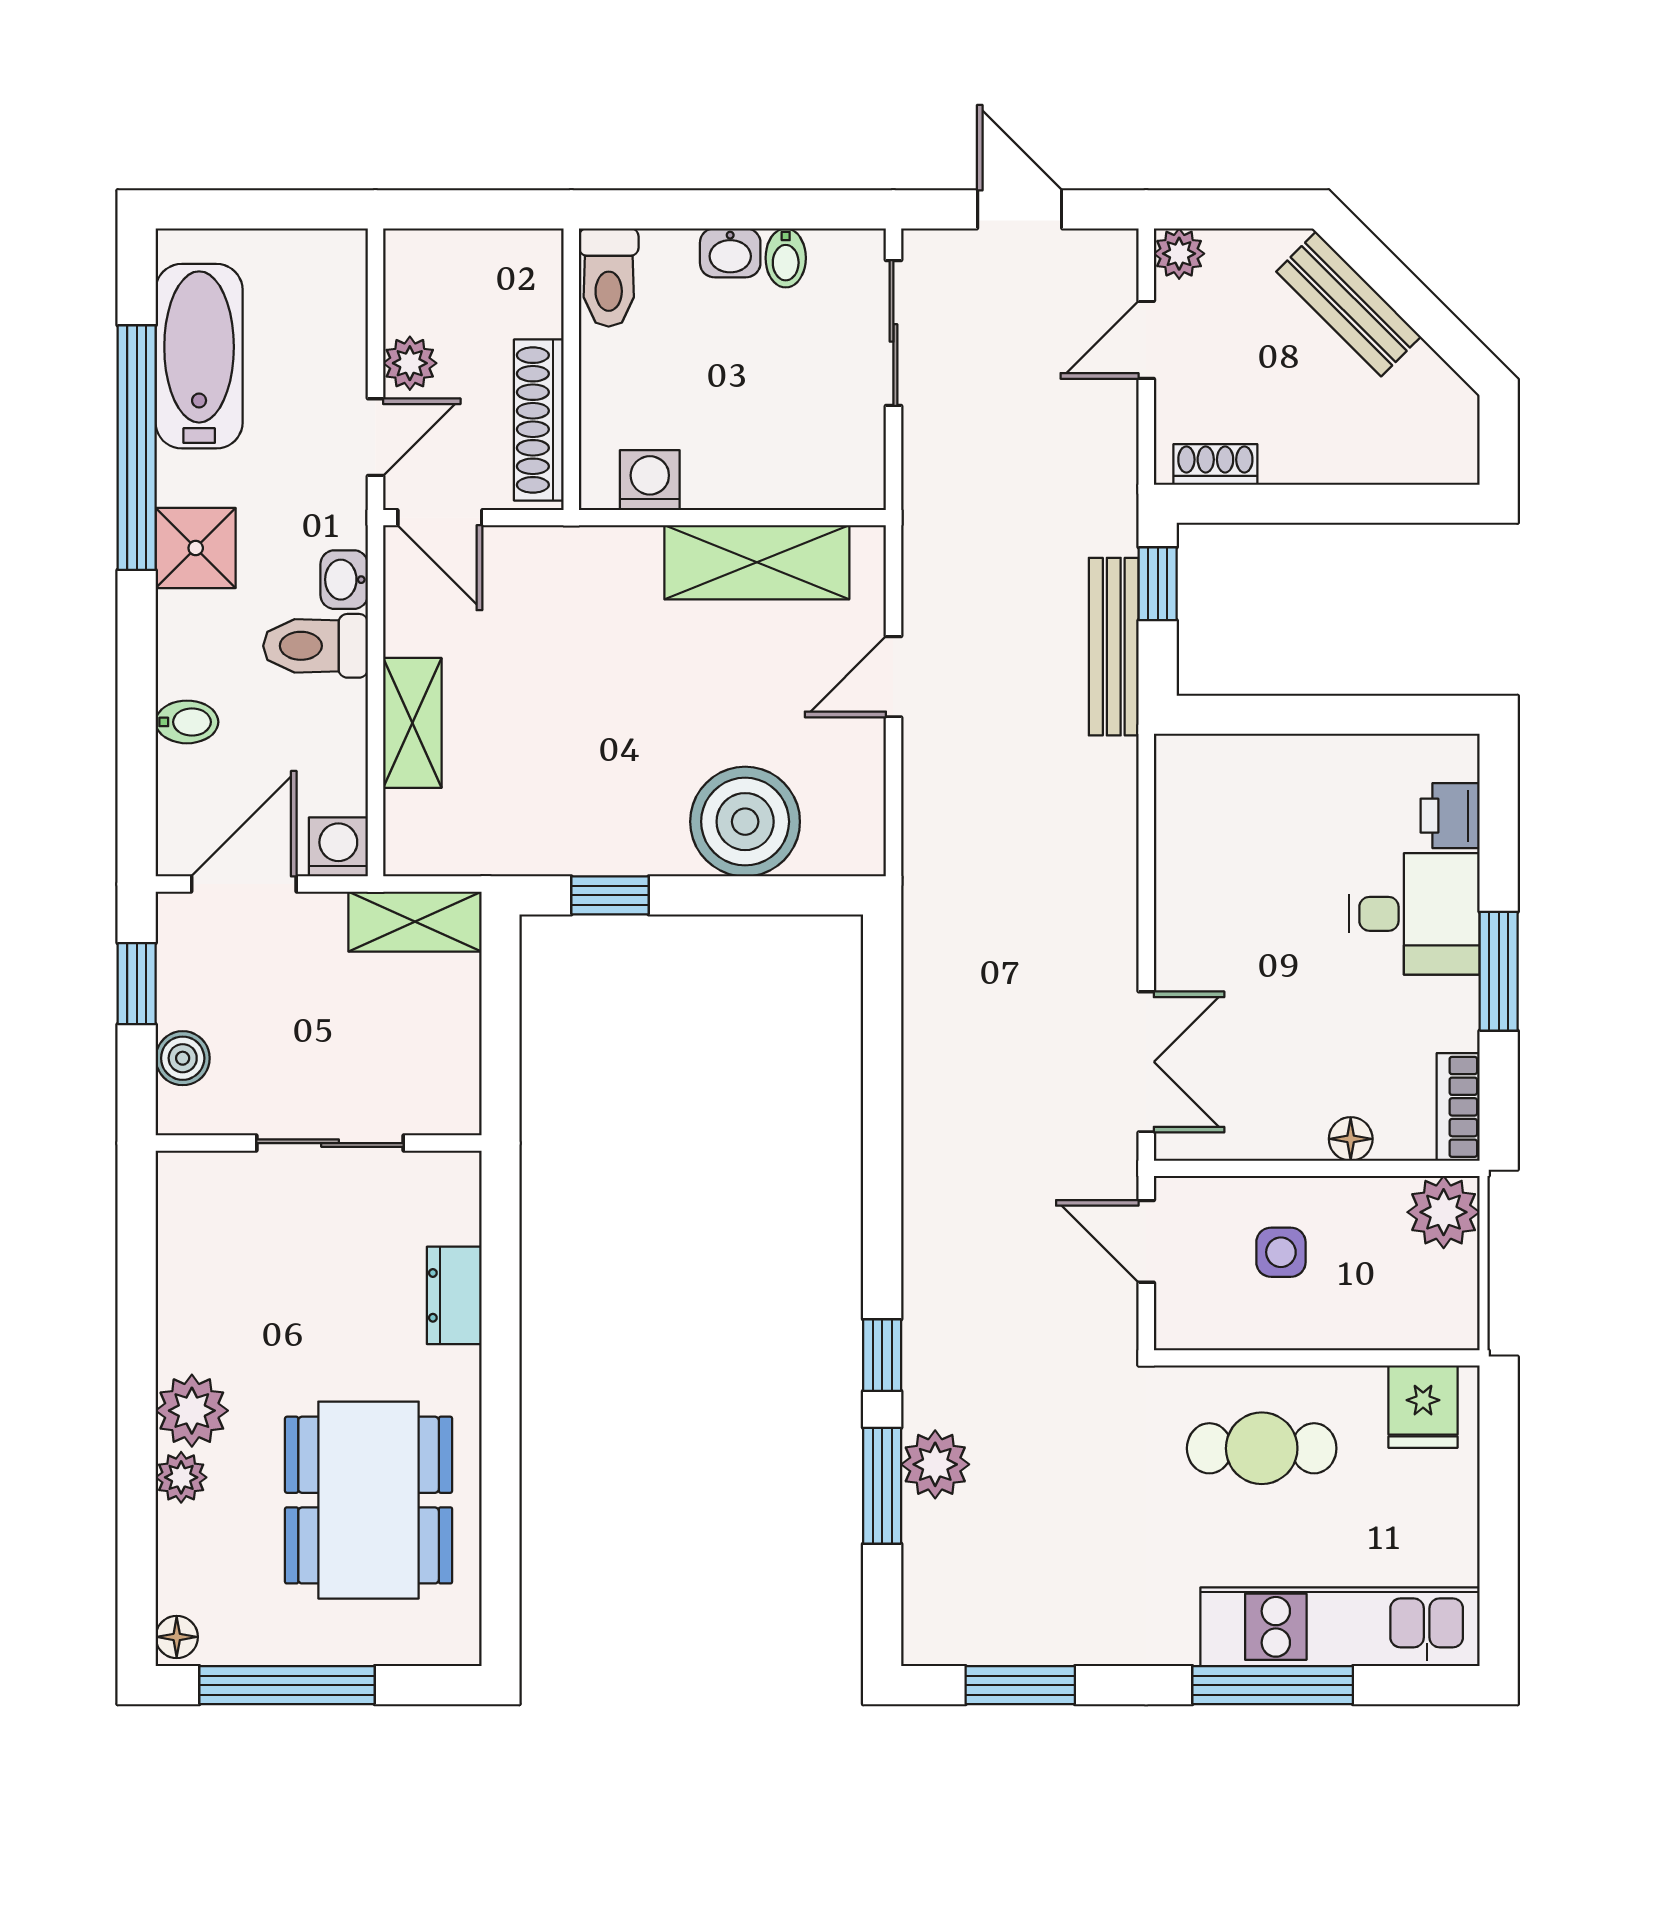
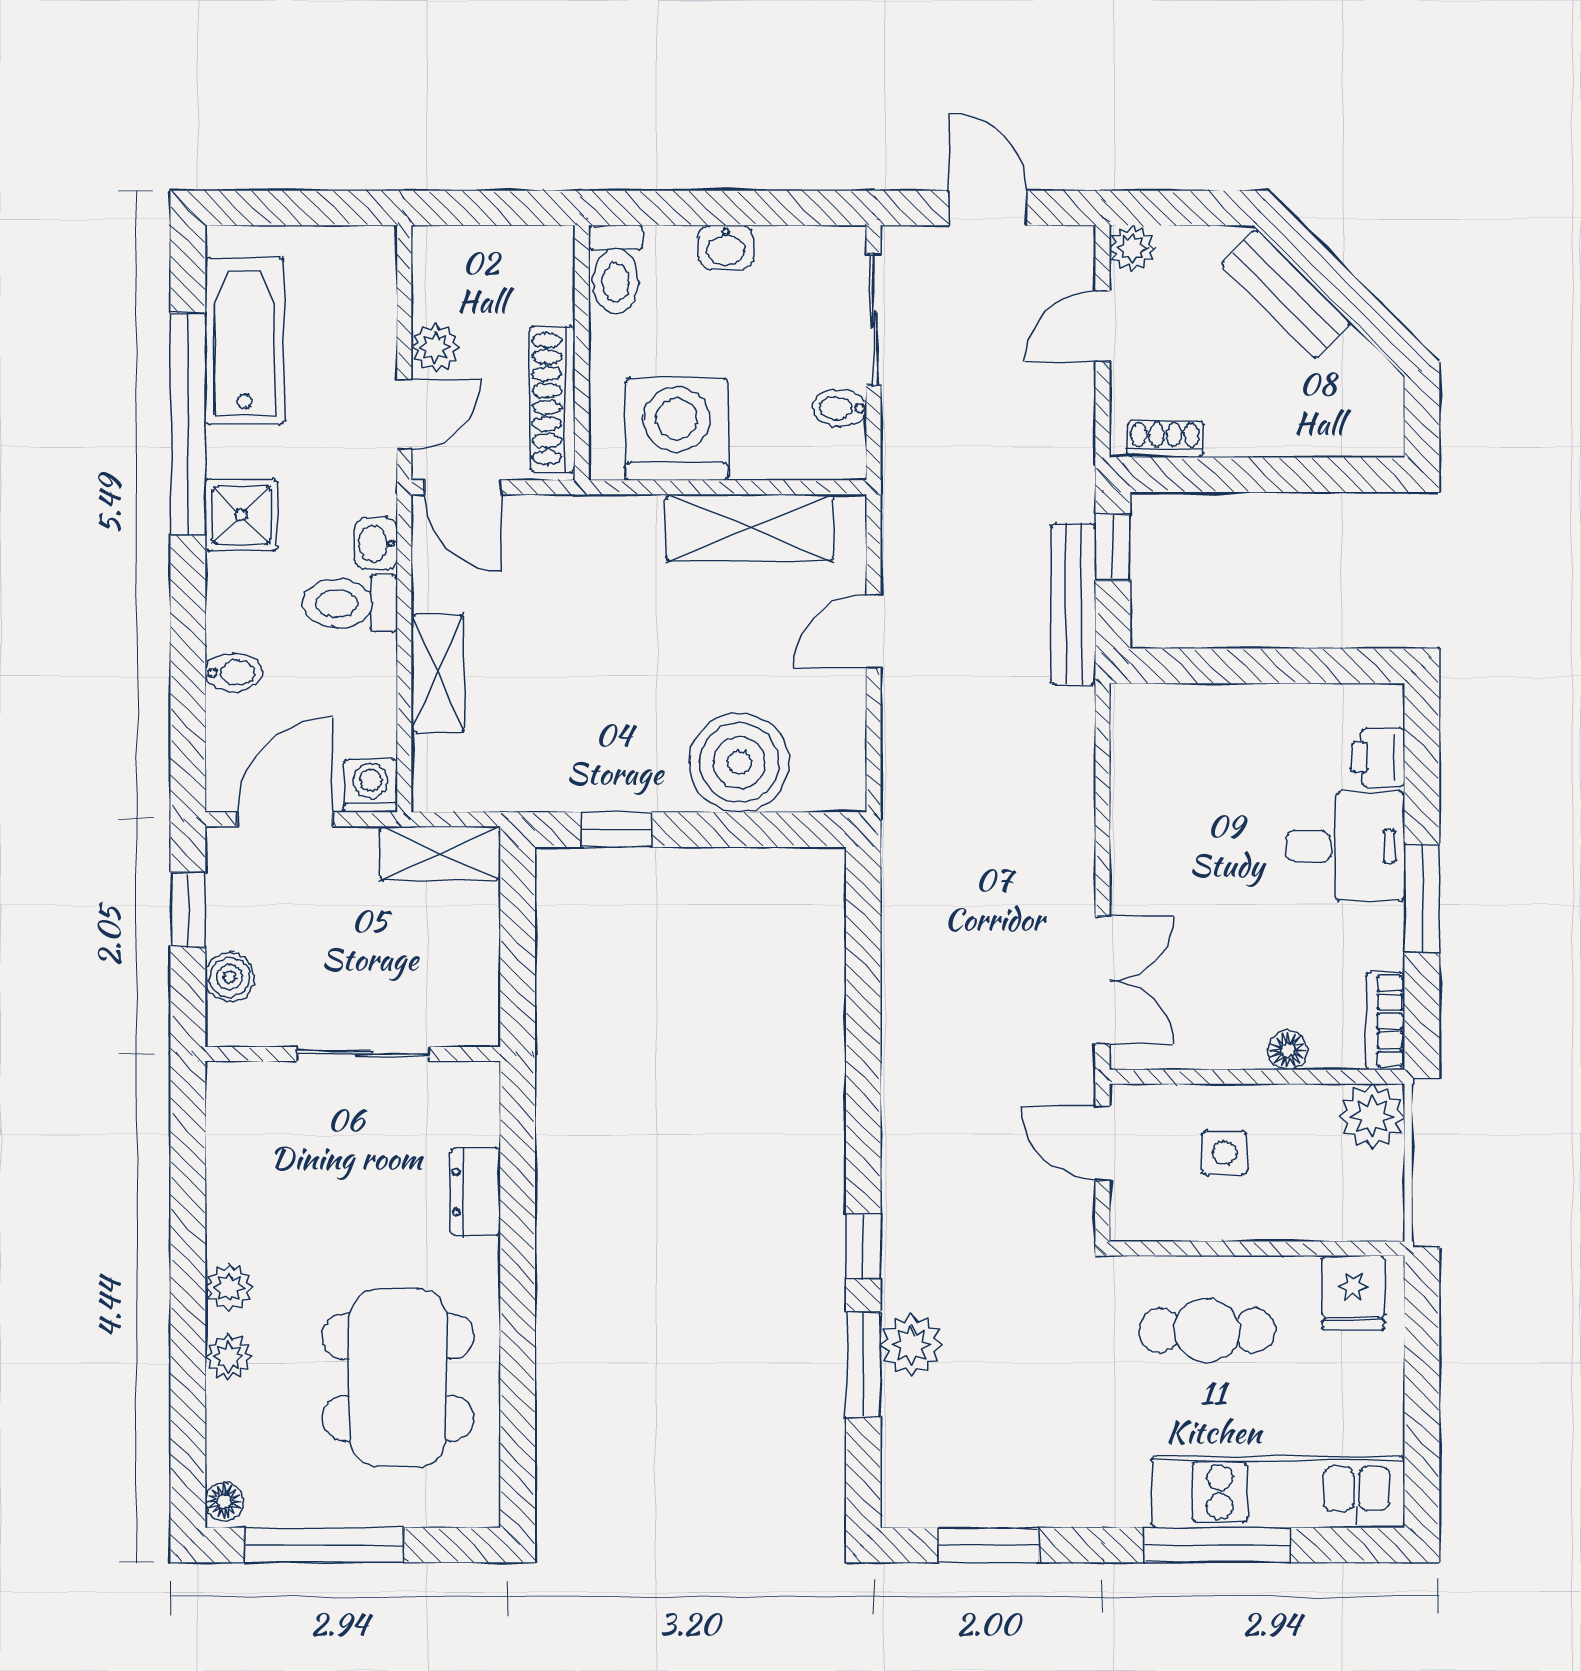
bidet: (786, 258) -> (840, 408), moved, turned 90
washing machine: (650, 480) -> (677, 429), width x1.89, depth x1.89
plant: (192, 1411) -> (229, 1287), width x0.73, depth x0.73

